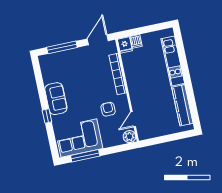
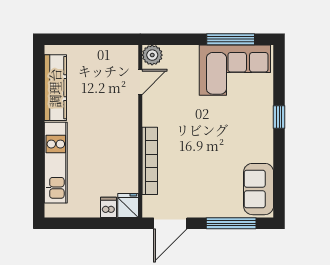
sofa: (56, 99) -> (259, 189), moved
armchair: (108, 109) -> (177, 107), removed

